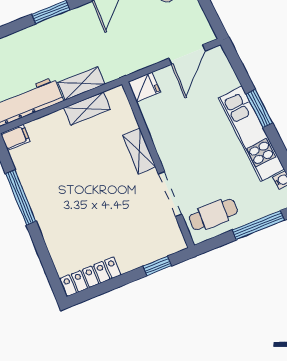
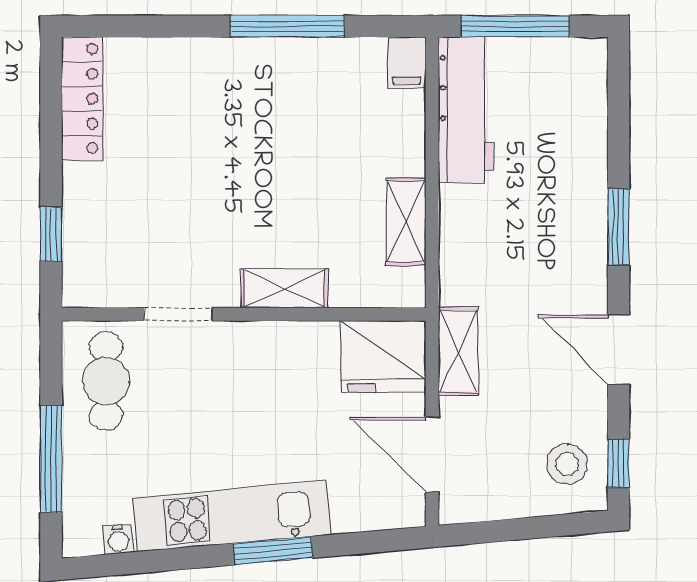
shelving: (82, 83) -> (458, 351), moved
fridge: (144, 87) -> (383, 357), width x1.88, depth x1.34
doorway: (170, 194) -> (178, 314), width x0.73

